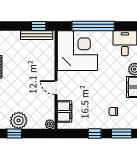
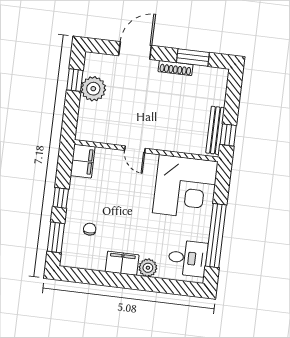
window: (93, 26) -> (216, 236), moved
door: (56, 88) -> (135, 149), swing flipped
filing cabinet: (65, 111) -> (83, 161), moved, turned -90
plant: (50, 124) -> (82, 134), removed

